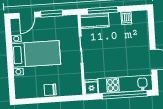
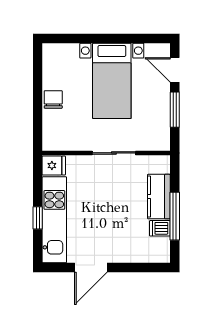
window: (103, 10) -> (175, 216), moved
kitchen counter: (95, 21) -> (159, 197), moved
window: (125, 95) -> (38, 218), width x0.32

